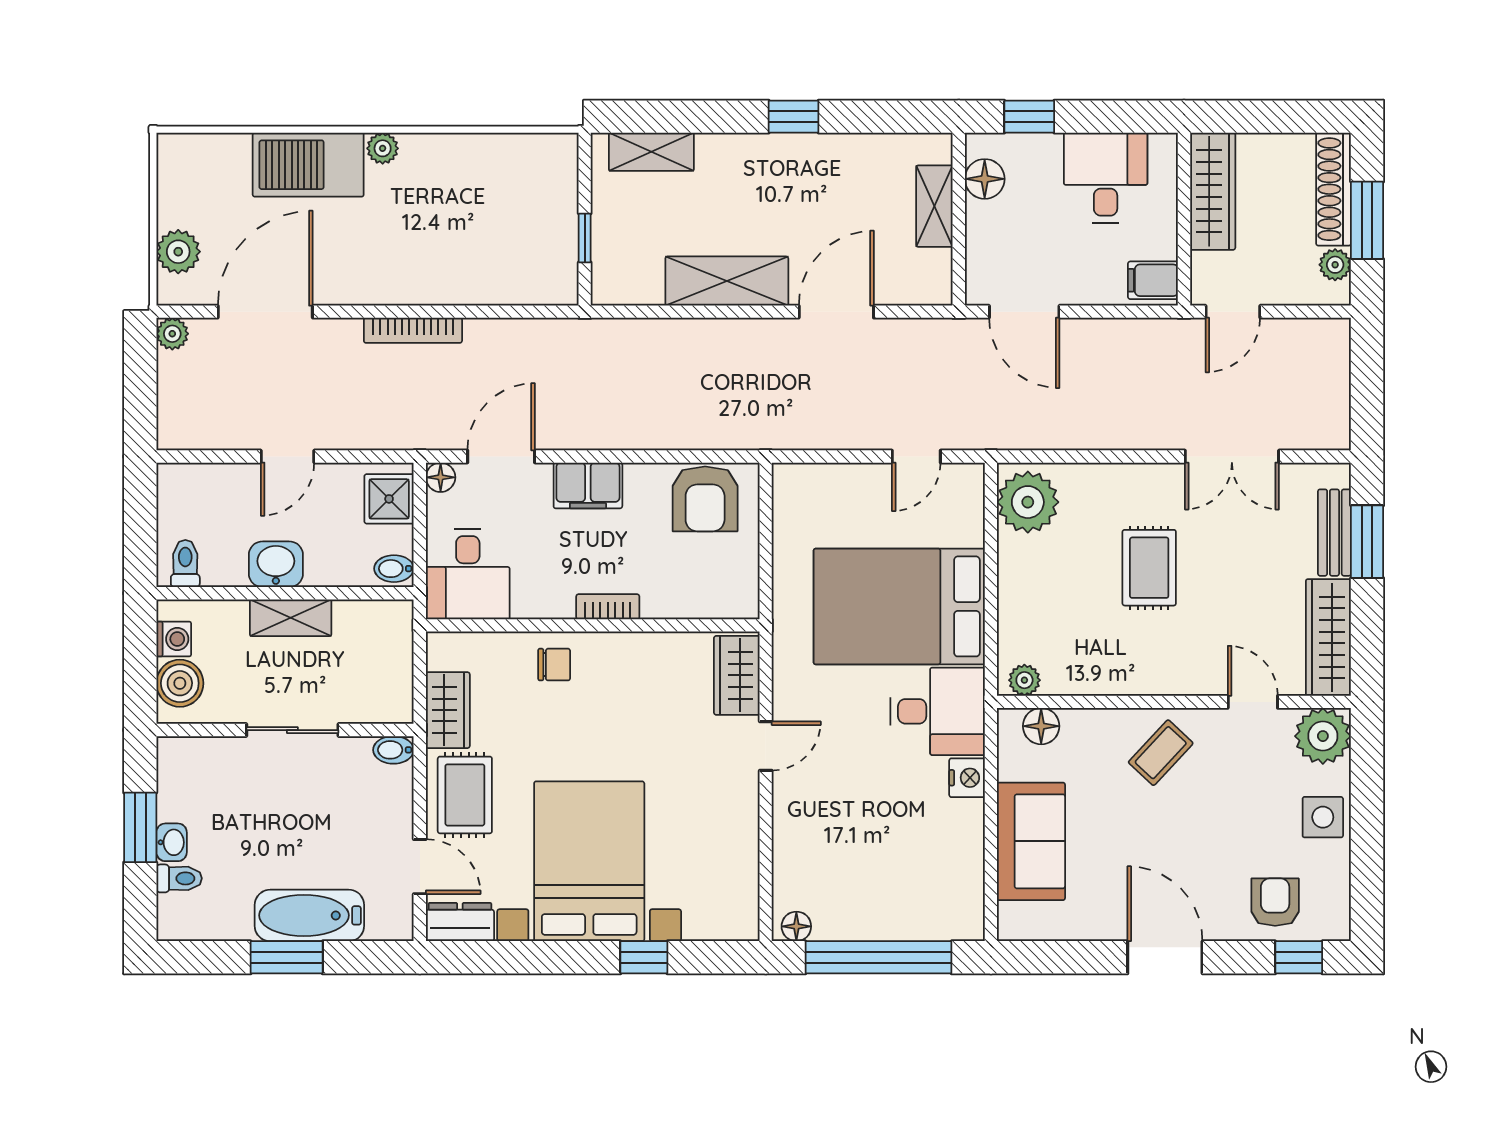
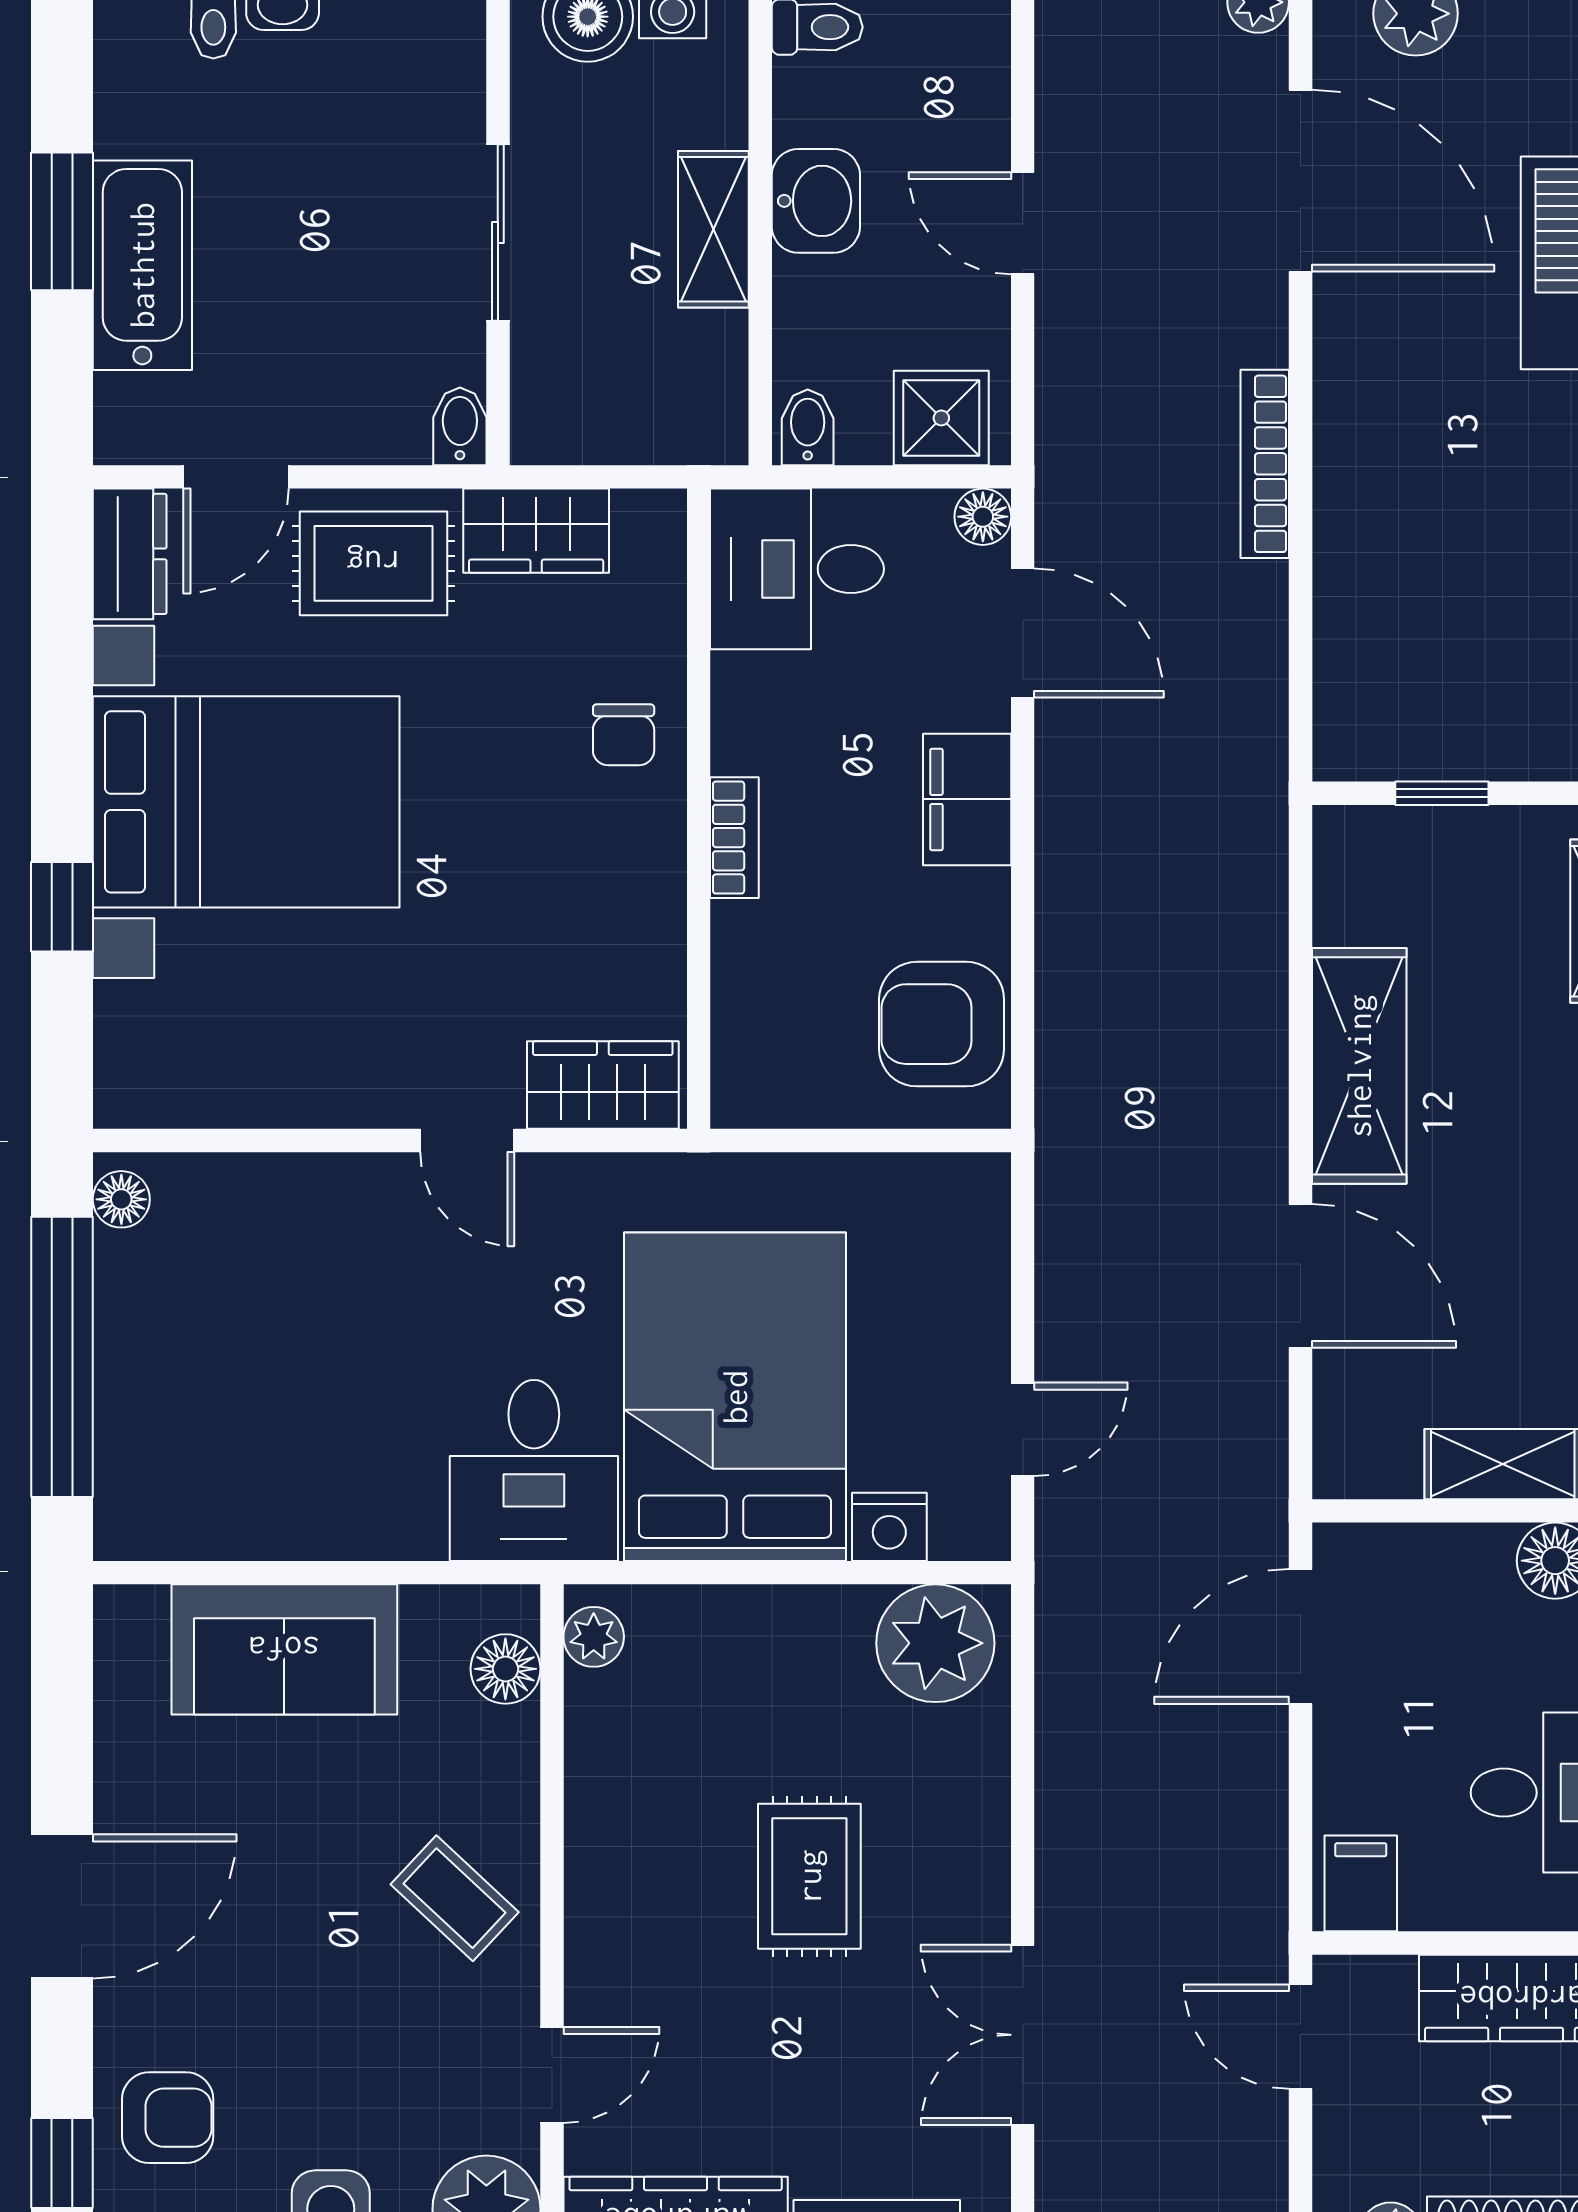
door: (916, 456) -> (1023, 1429), swing flipped
rug: (1149, 568) -> (809, 1876), turned 90
nightstand: (967, 778) -> (889, 1527), moved

